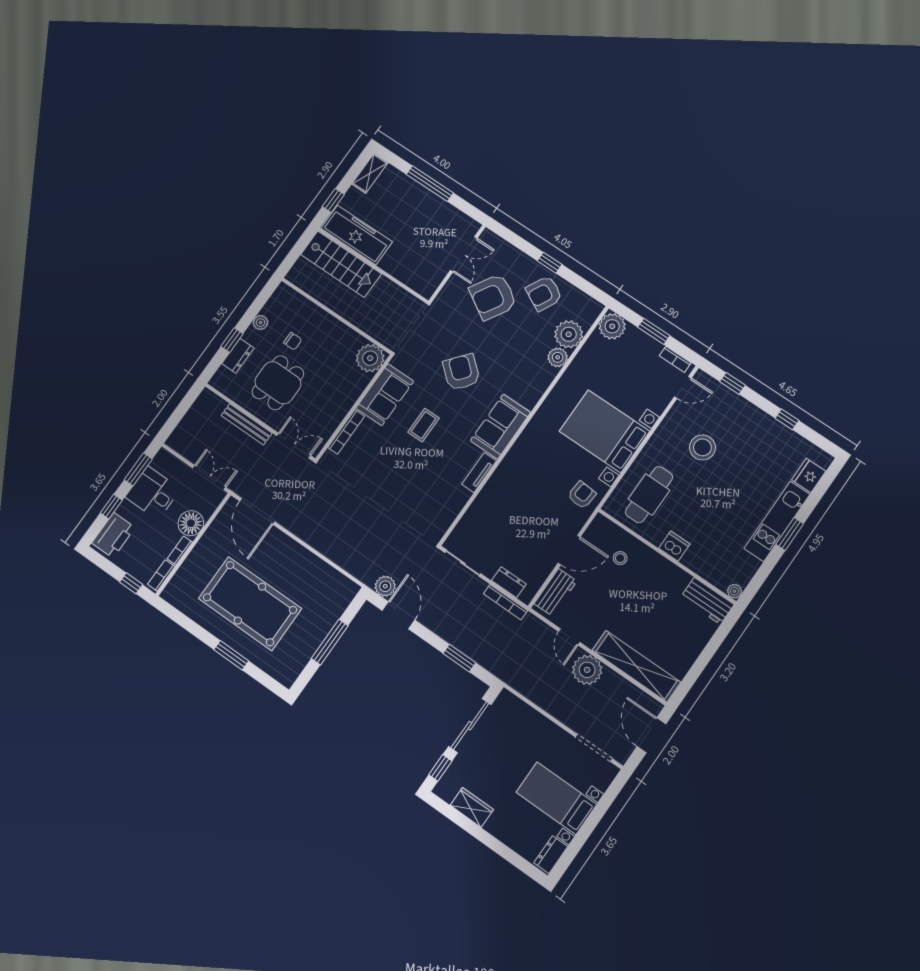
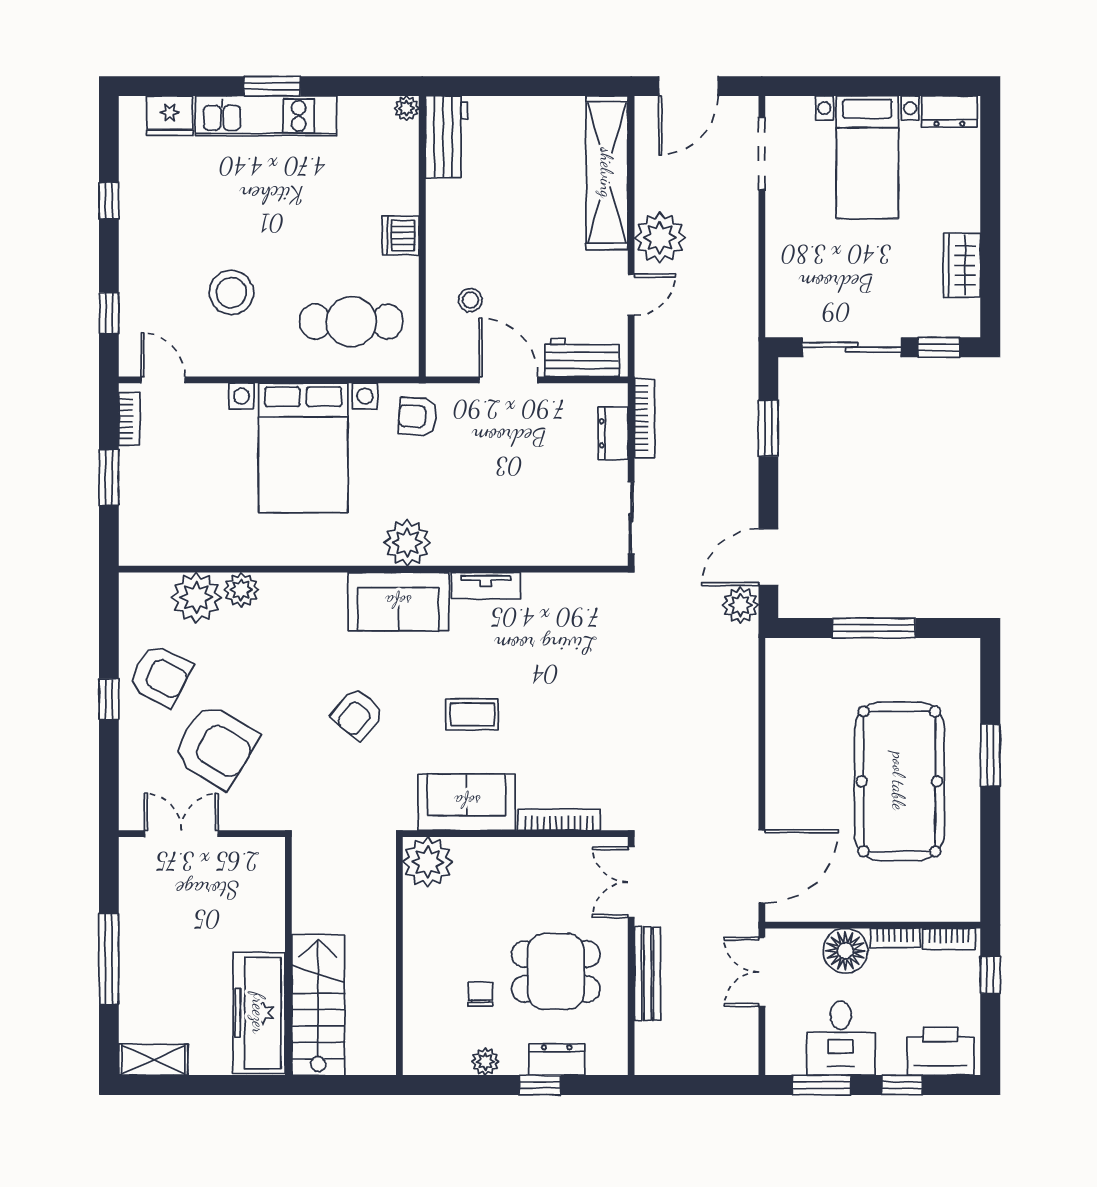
window: (333, 200) -> (231, 1085), removed
plant: (612, 326) -> (407, 543), moved
armchair: (461, 372) -> (358, 714), width x0.72, depth x0.72

